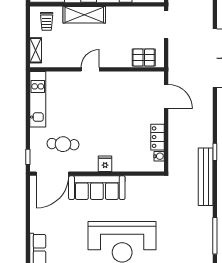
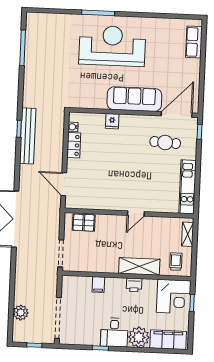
fridge: (105, 164) -> (112, 121), moved
bench: (206, 177) -> (28, 136), moved

